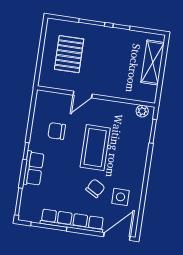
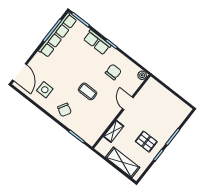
pallet: (69, 54) -> (146, 142), moved, width x0.67, depth x0.71
shelving: (123, 93) -> (114, 131), added
plant: (142, 111) -> (142, 75), moved
coffee table: (95, 148) -> (88, 91), width x0.54, depth x0.58
chair: (95, 188) -> (64, 110), moved
row of seats: (72, 221) -> (58, 35), moved

